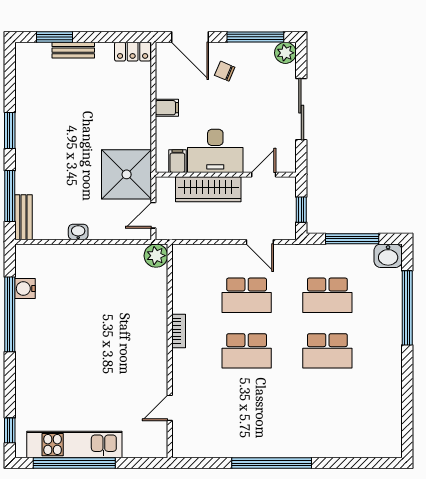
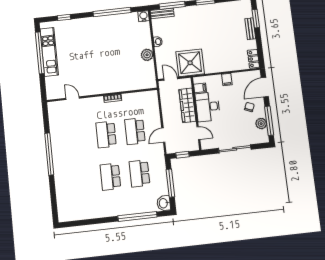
plant: (285, 53) -> (261, 124), moved
plant: (156, 256) -> (147, 55), moved
water cooler: (25, 289) -> (144, 16), moved
window: (10, 430) -> (64, 17), moved

